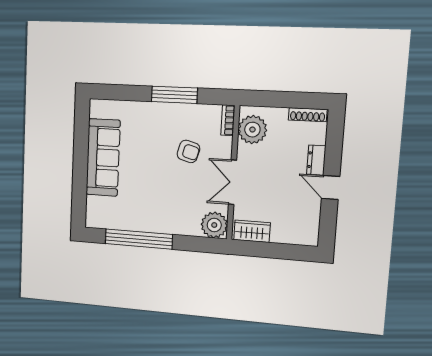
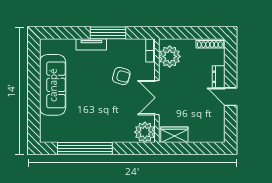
tv unit: (153, 109) -> (91, 44), added

